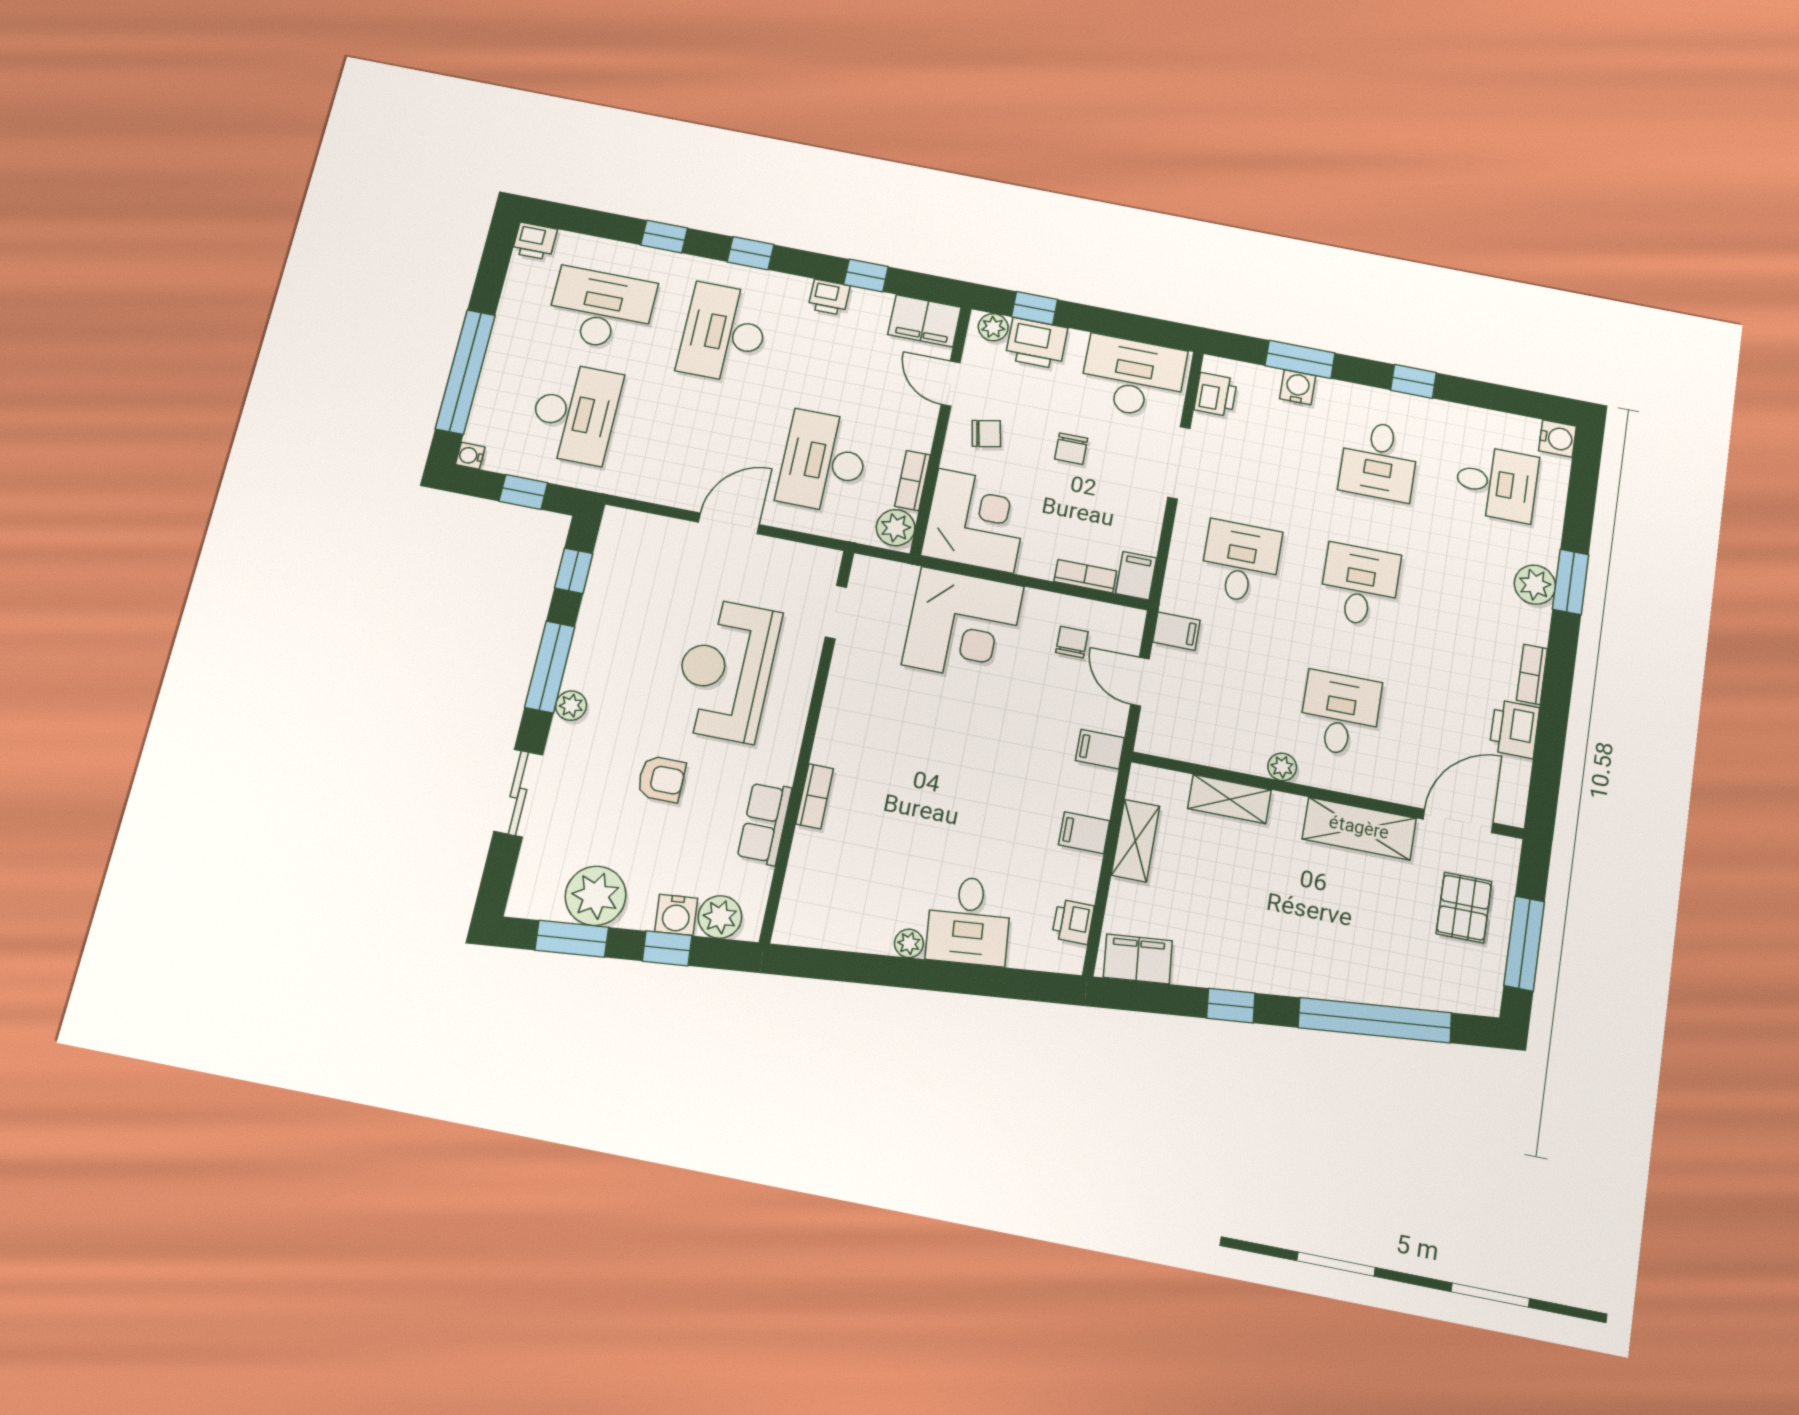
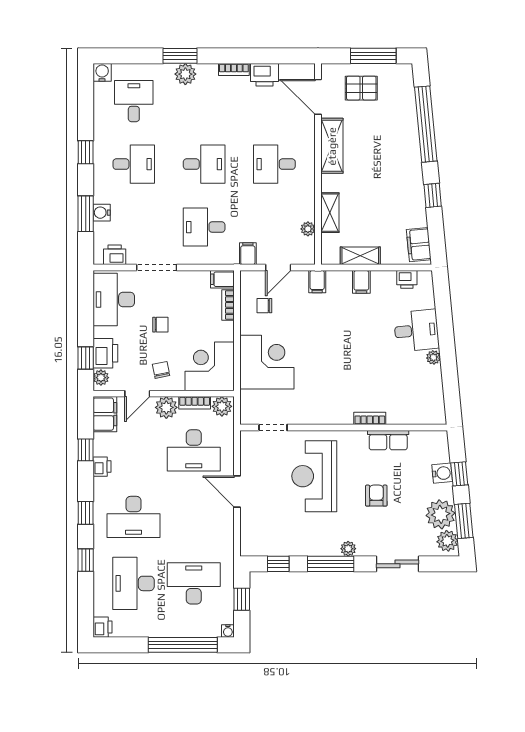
plant: (914, 429) -> (166, 407), added
desk: (1360, 585) -> (204, 164), turned 180
reception desk: (726, 670) -> (314, 476), turned 90
plant: (1282, 767) -> (308, 229), moved
plant: (720, 917) -> (447, 541), moved

